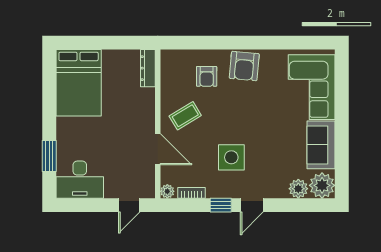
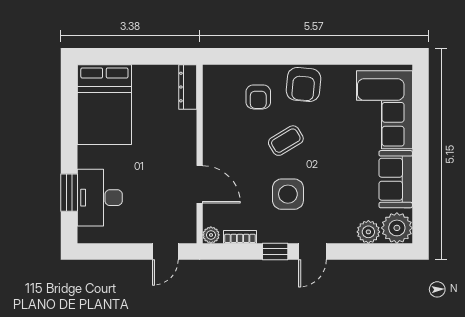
coffee table: (185, 116) -> (286, 141), moved
desk: (80, 180) -> (100, 198), moved, turned 90

